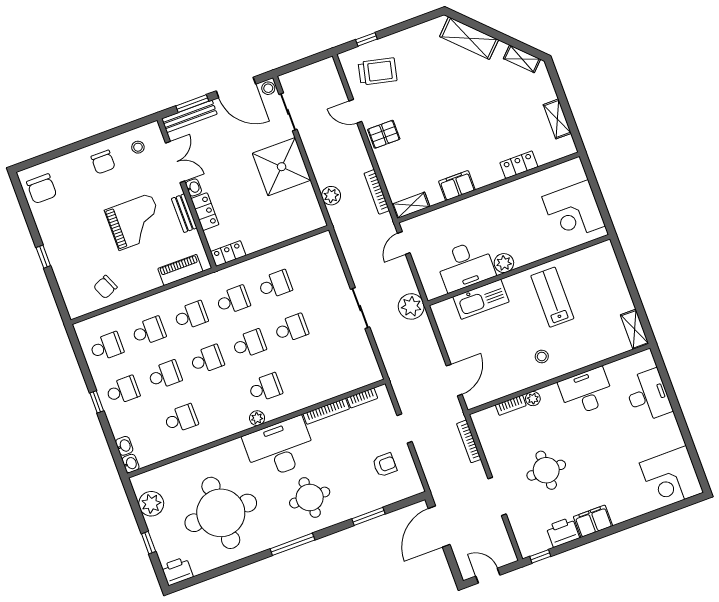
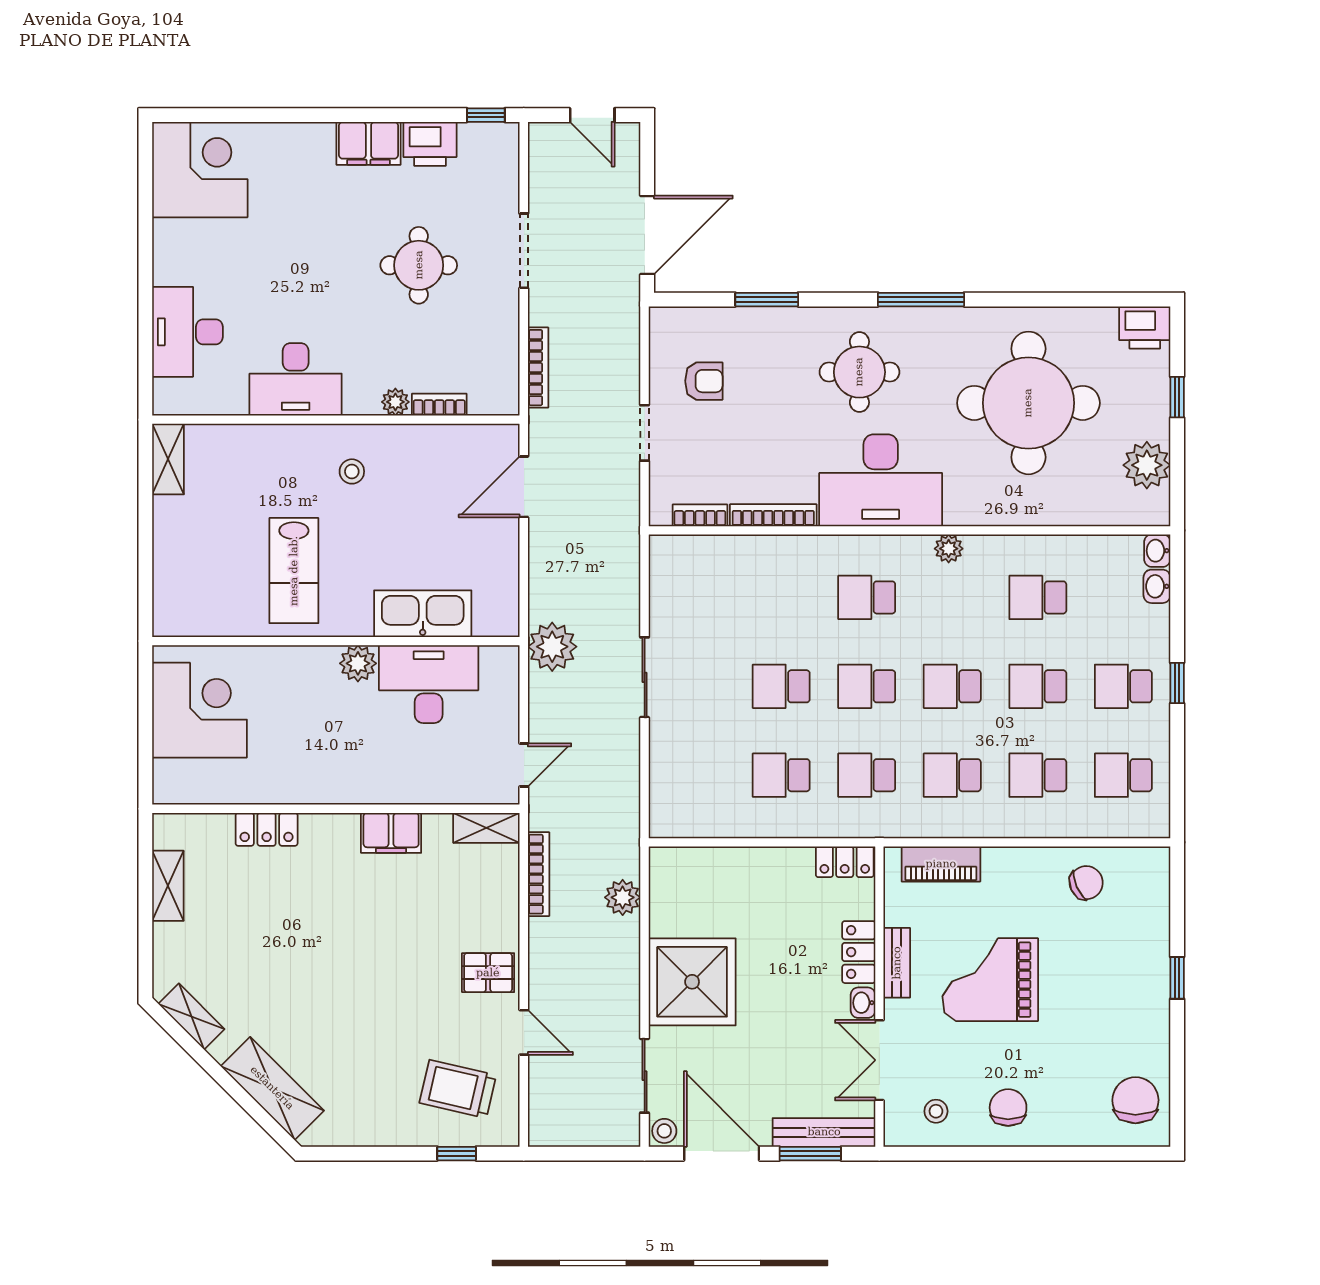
plant: (257, 418) -> (949, 549), moved
armchair: (385, 465) -> (704, 381), turned 180

